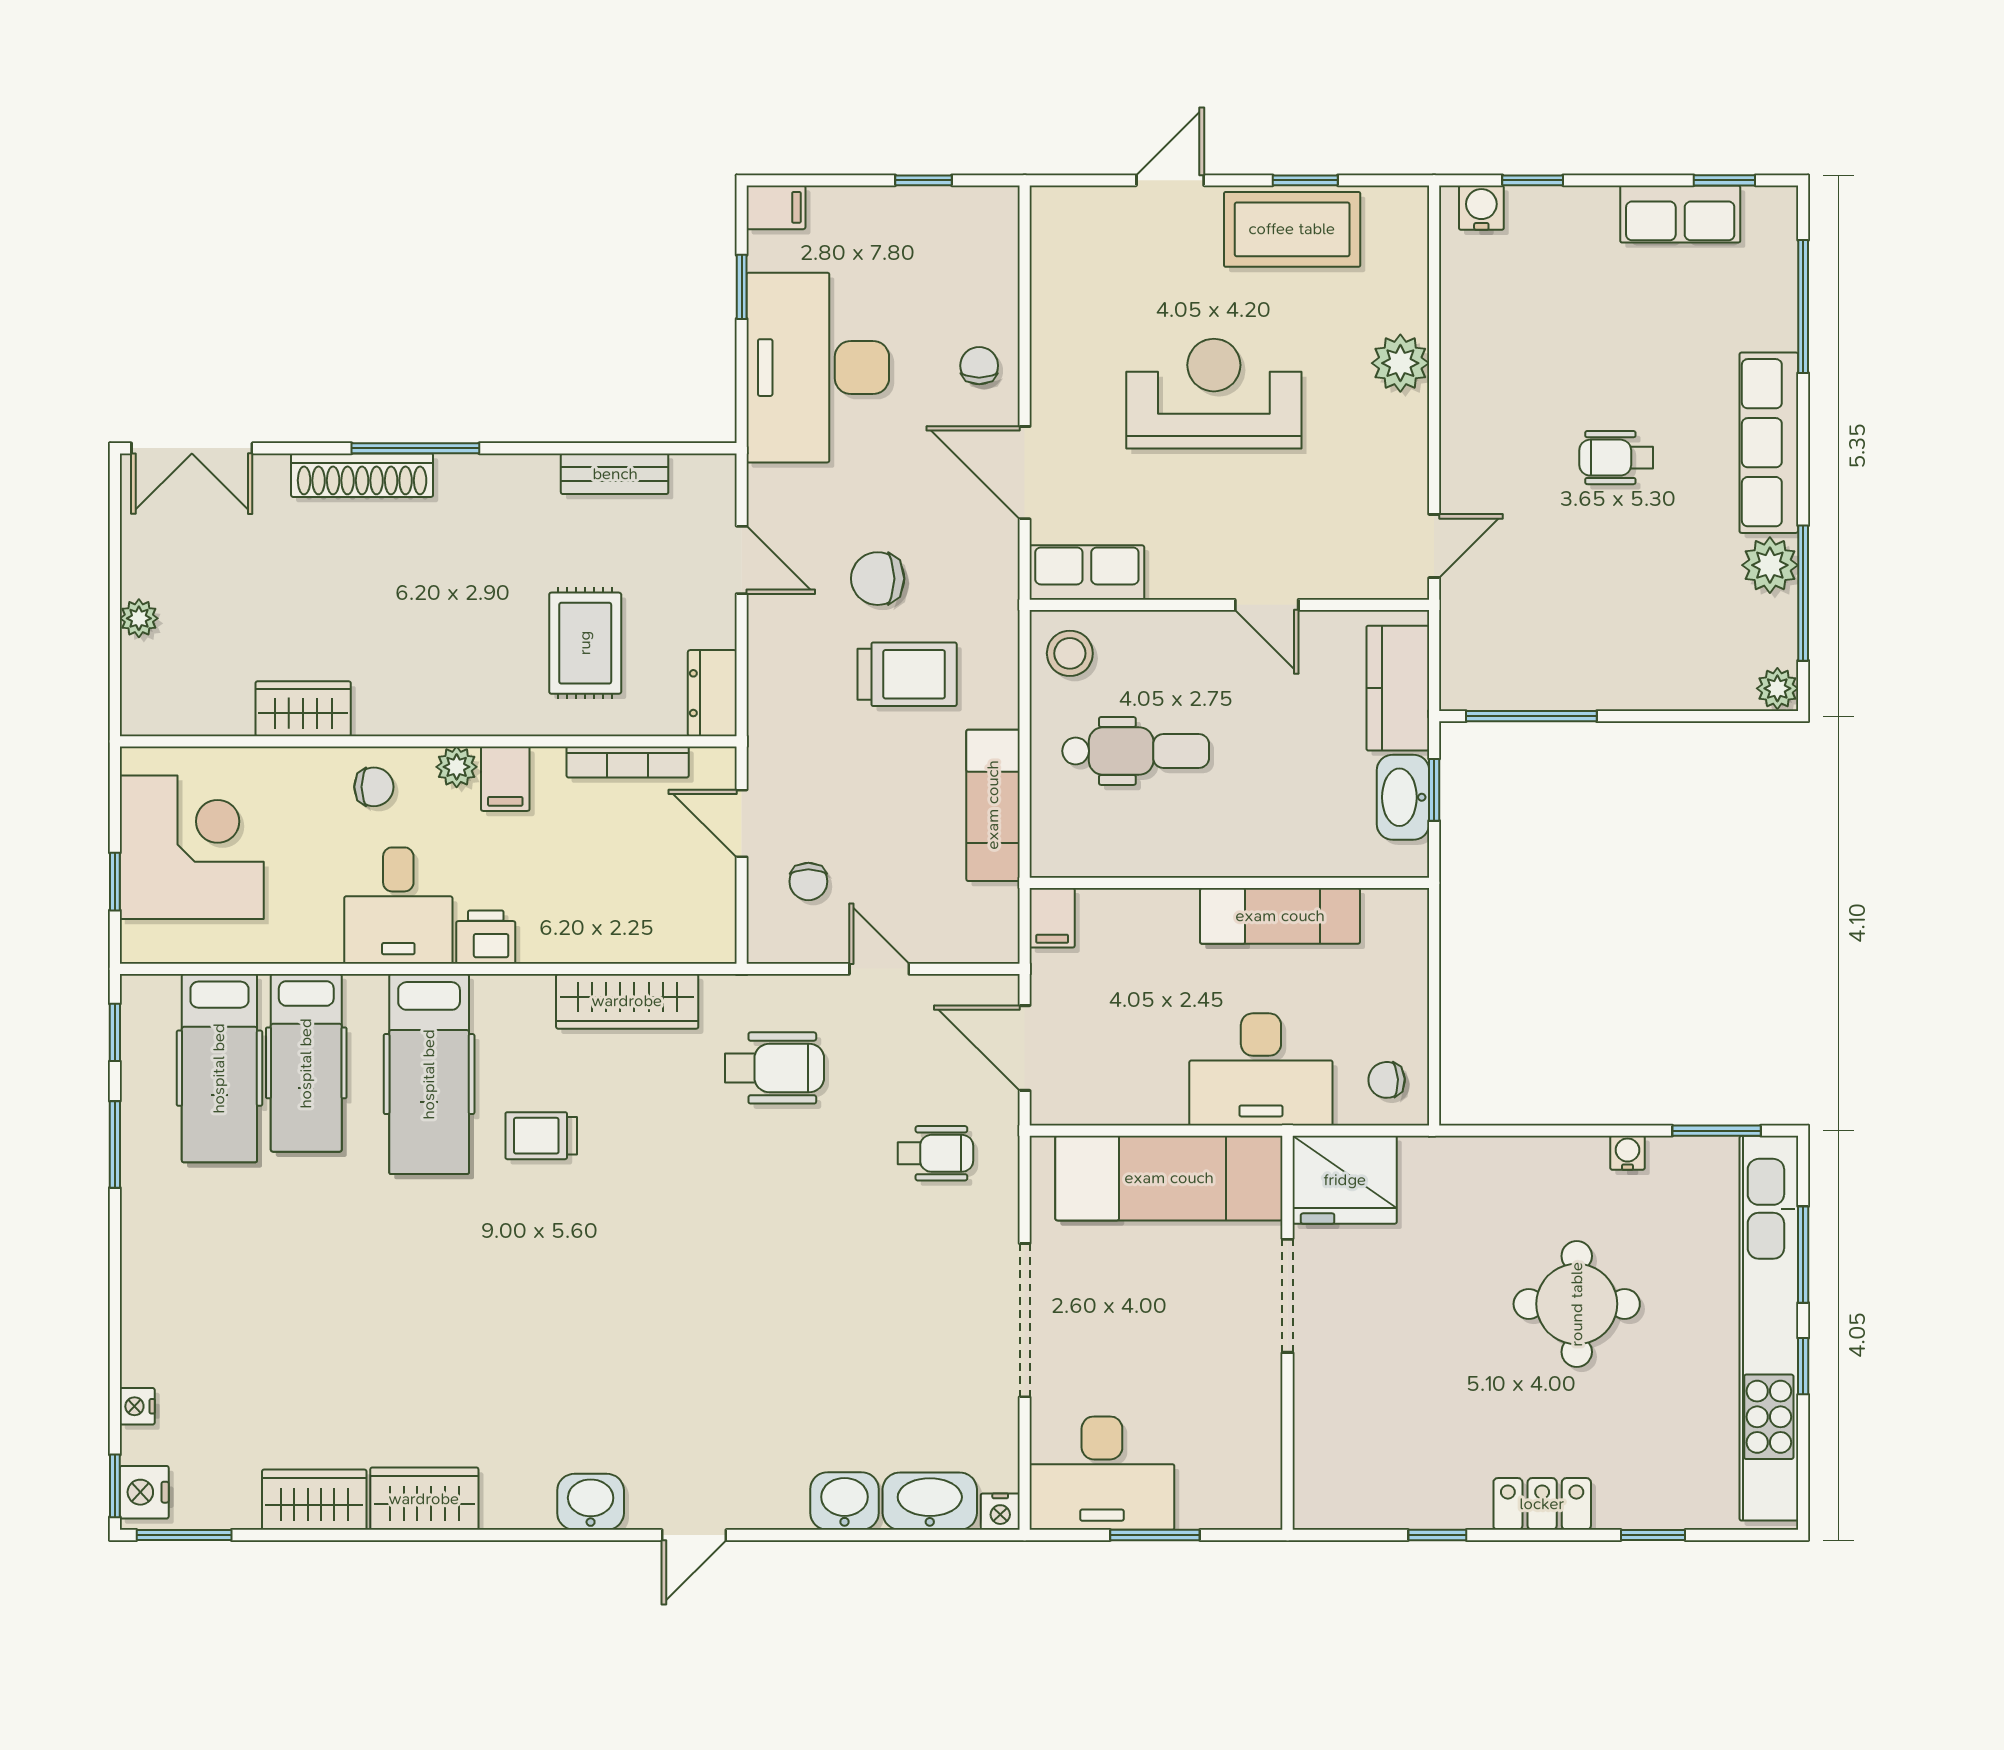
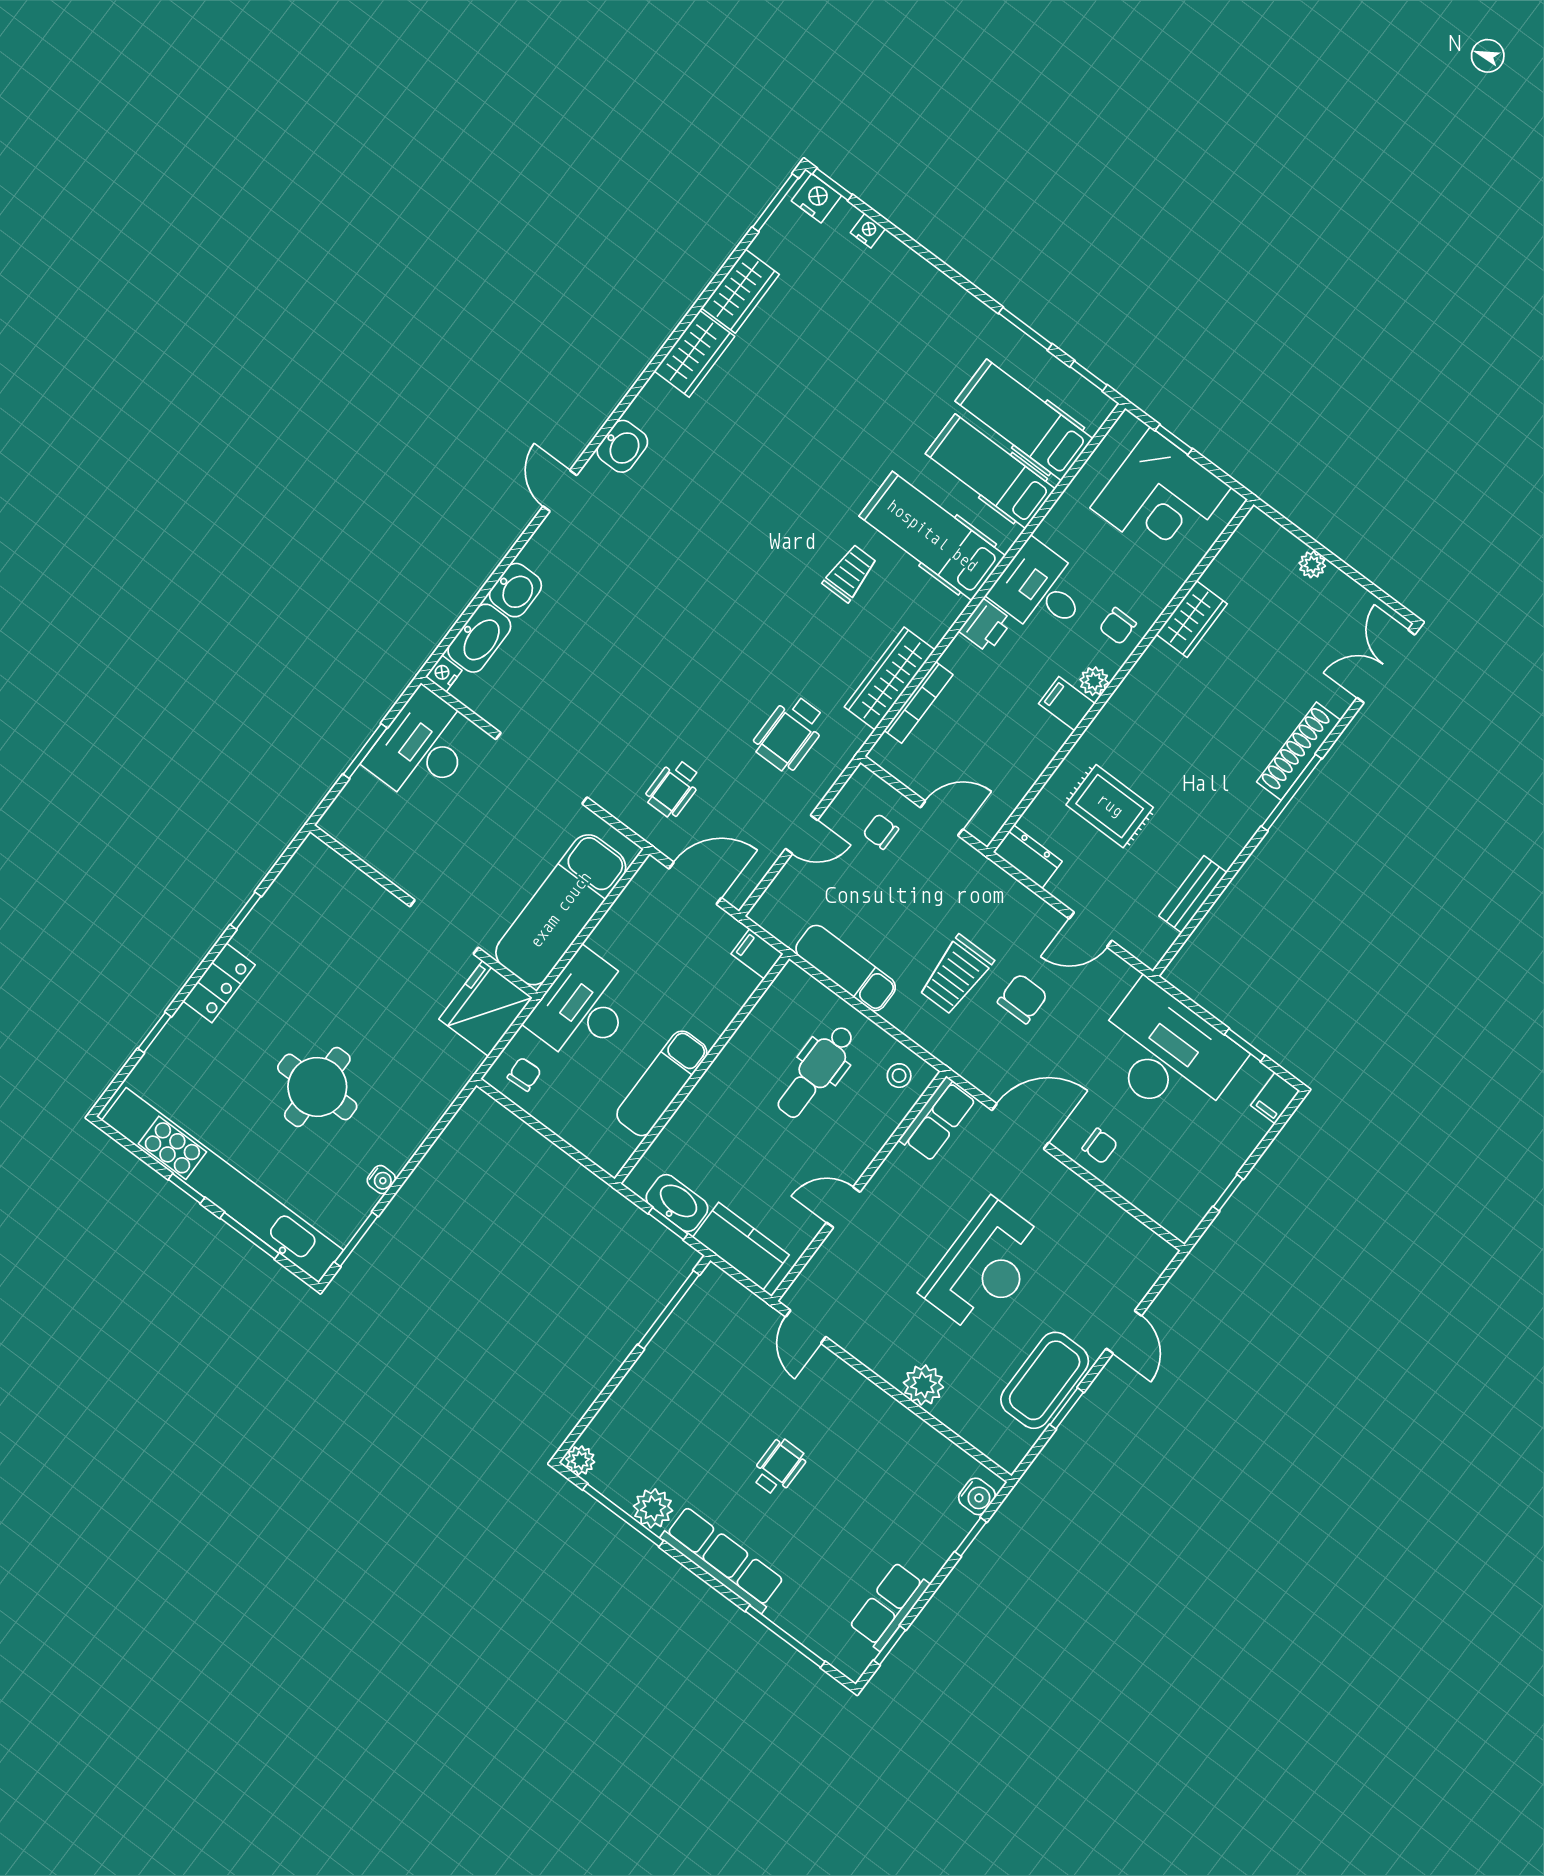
stool: (1070, 653) -> (899, 1076), width x0.73, depth x0.73
bookcase: (628, 762) -> (918, 702), moved, turned 180

